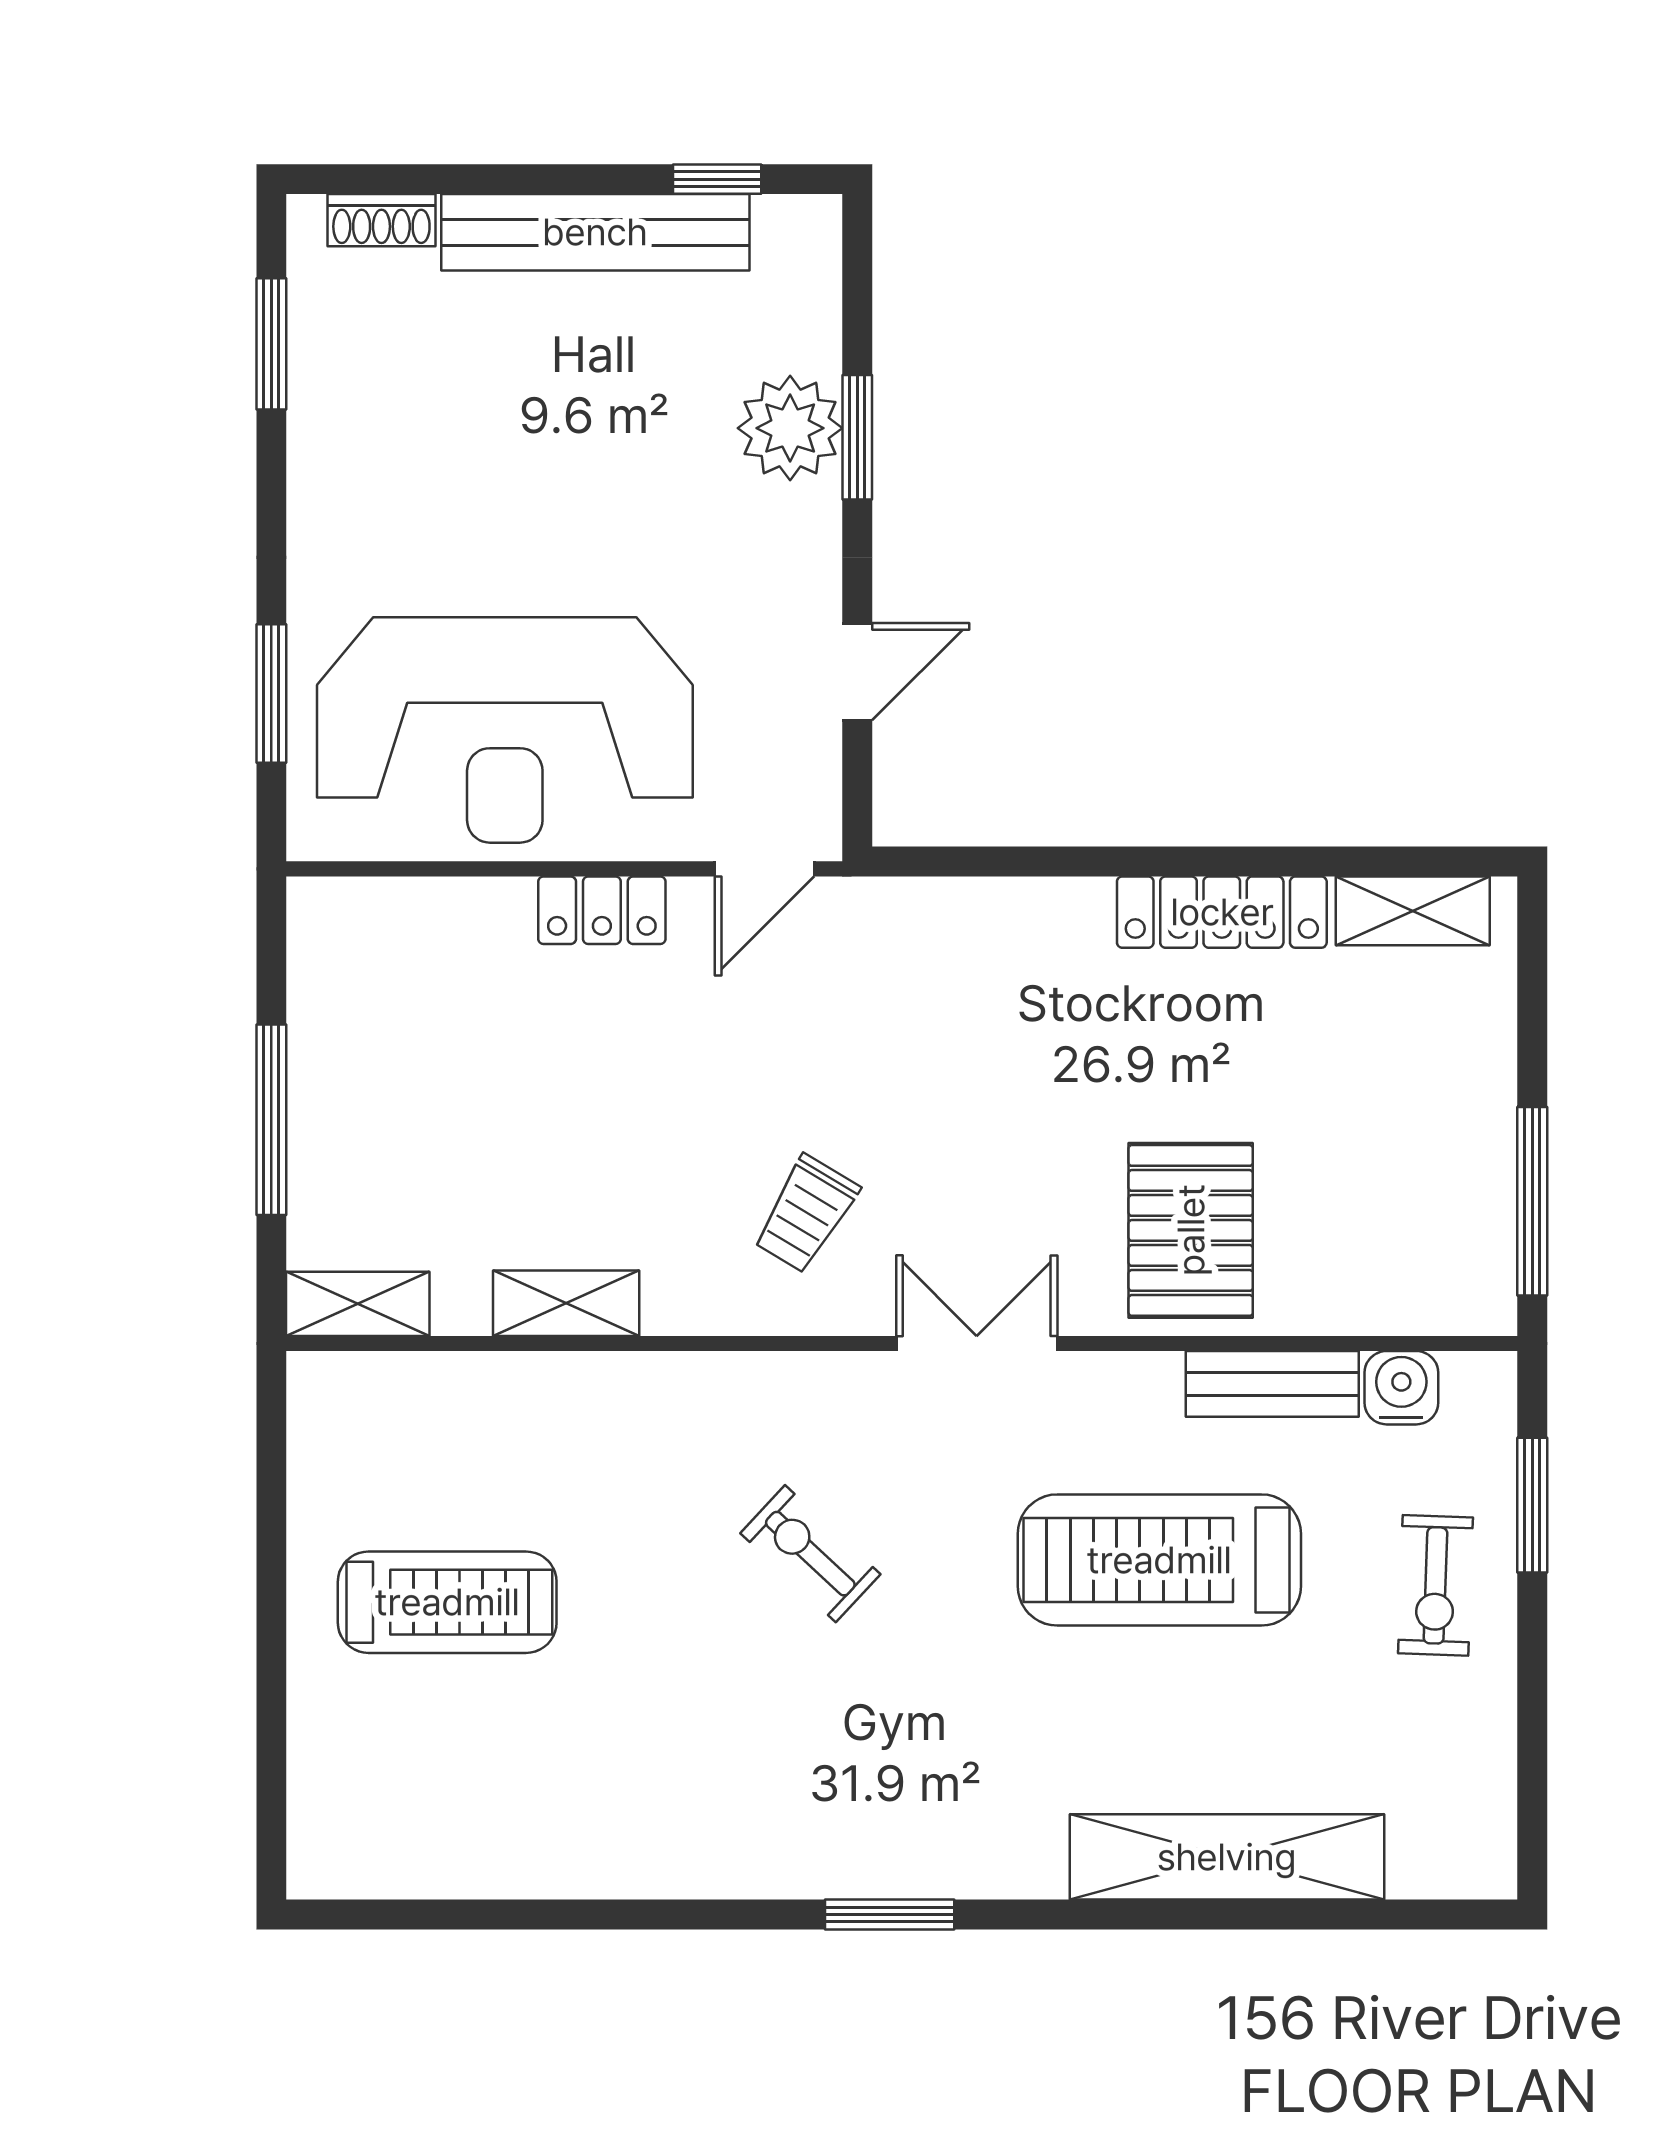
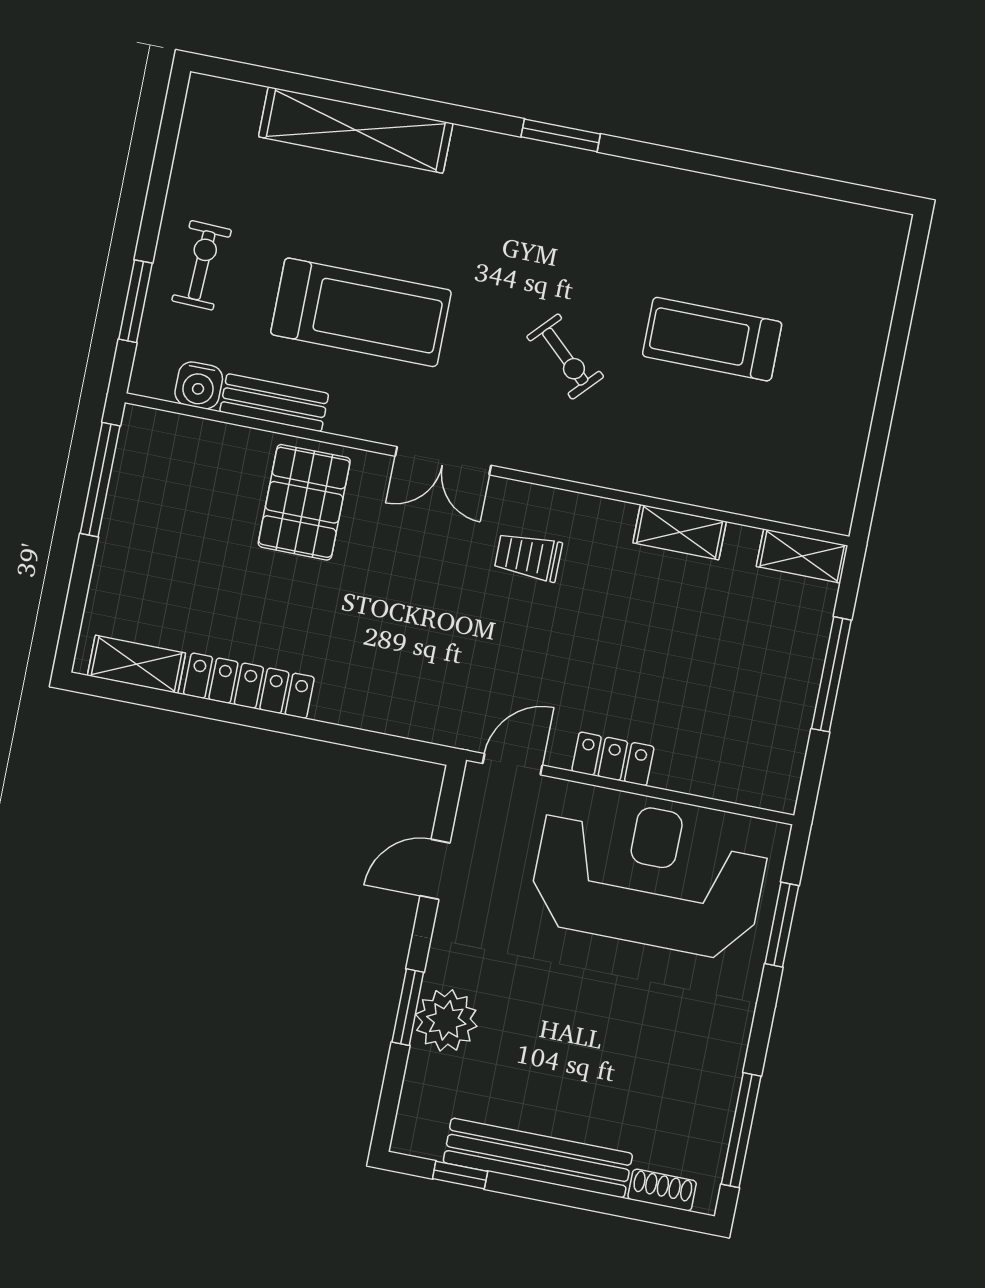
window: (271, 344) -> (741, 1130), width x1.44
trolley: (806, 1214) -> (528, 557), turned -121
treadmill: (447, 1602) -> (712, 339), moved

